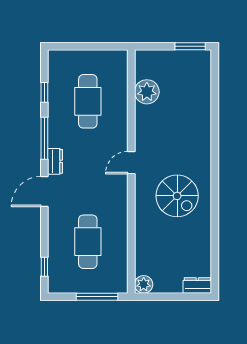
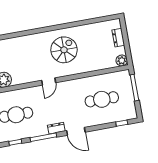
door: (131, 163) -> (49, 81), hinge flipped
dresser: (197, 286) -> (118, 38), moved

